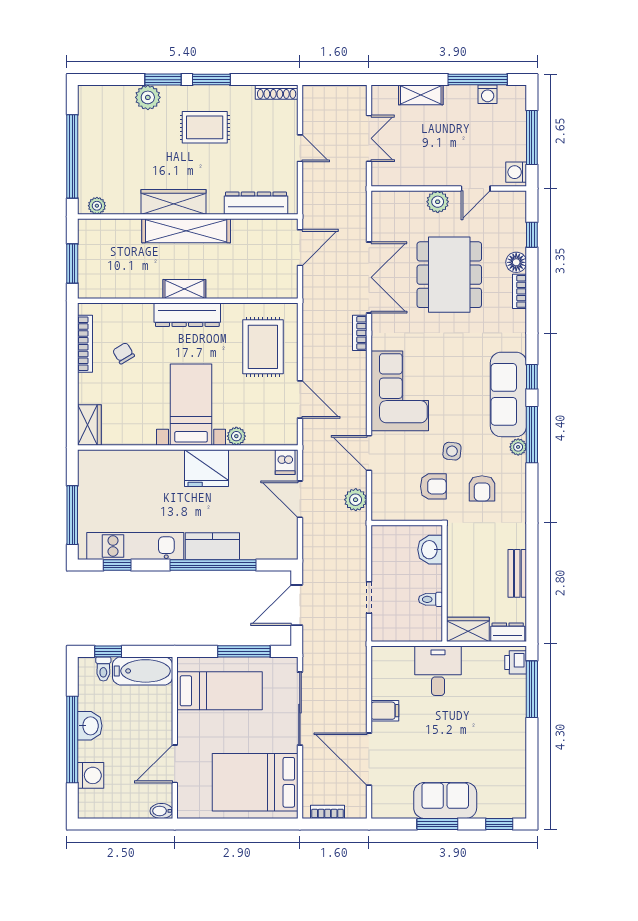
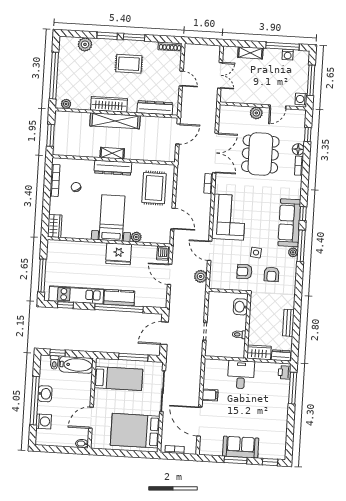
plant: (148, 97) -> (85, 44), moved
armchair: (433, 486) -> (244, 272), turned 180

